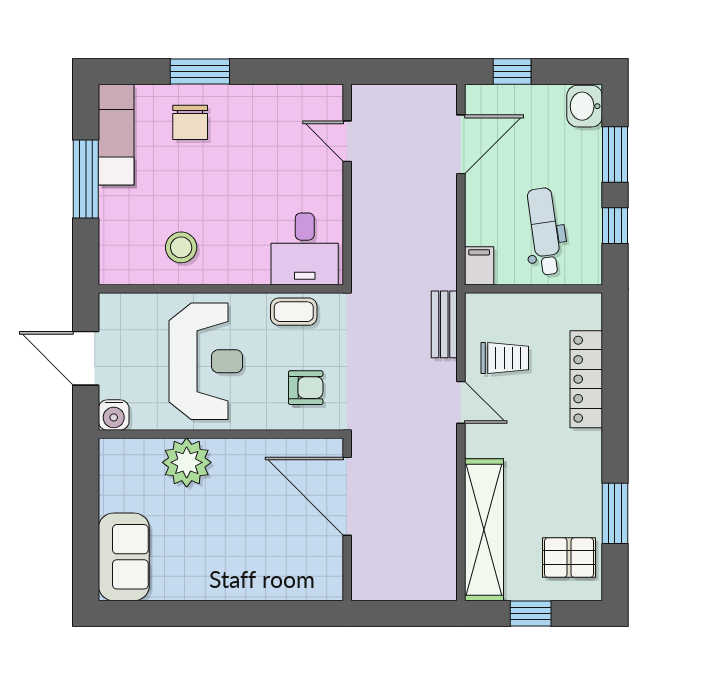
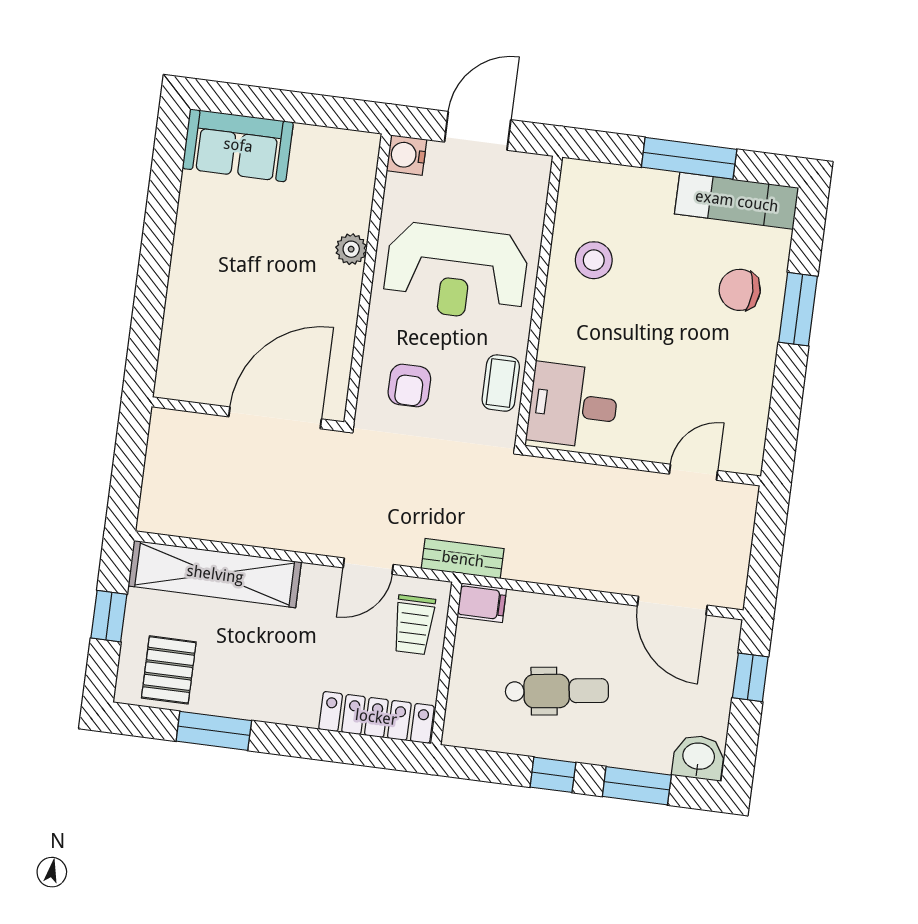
filing cabinet: (479, 266) -> (482, 603), moved
wall: (533, 289) -> (446, 663), moved
plant: (187, 462) -> (351, 249), width x0.53, depth x0.53

